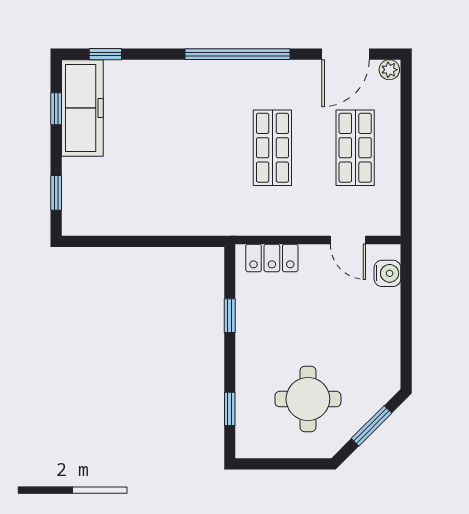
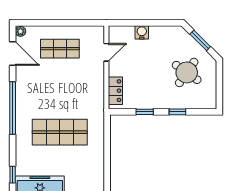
shop shelf: (272, 148) -> (60, 132), moved, width x1.43, depth x1.36
water cooler: (387, 273) -> (142, 32), moved
round table: (308, 399) -> (187, 72), turned 35
window: (230, 409) -> (178, 112), moved

